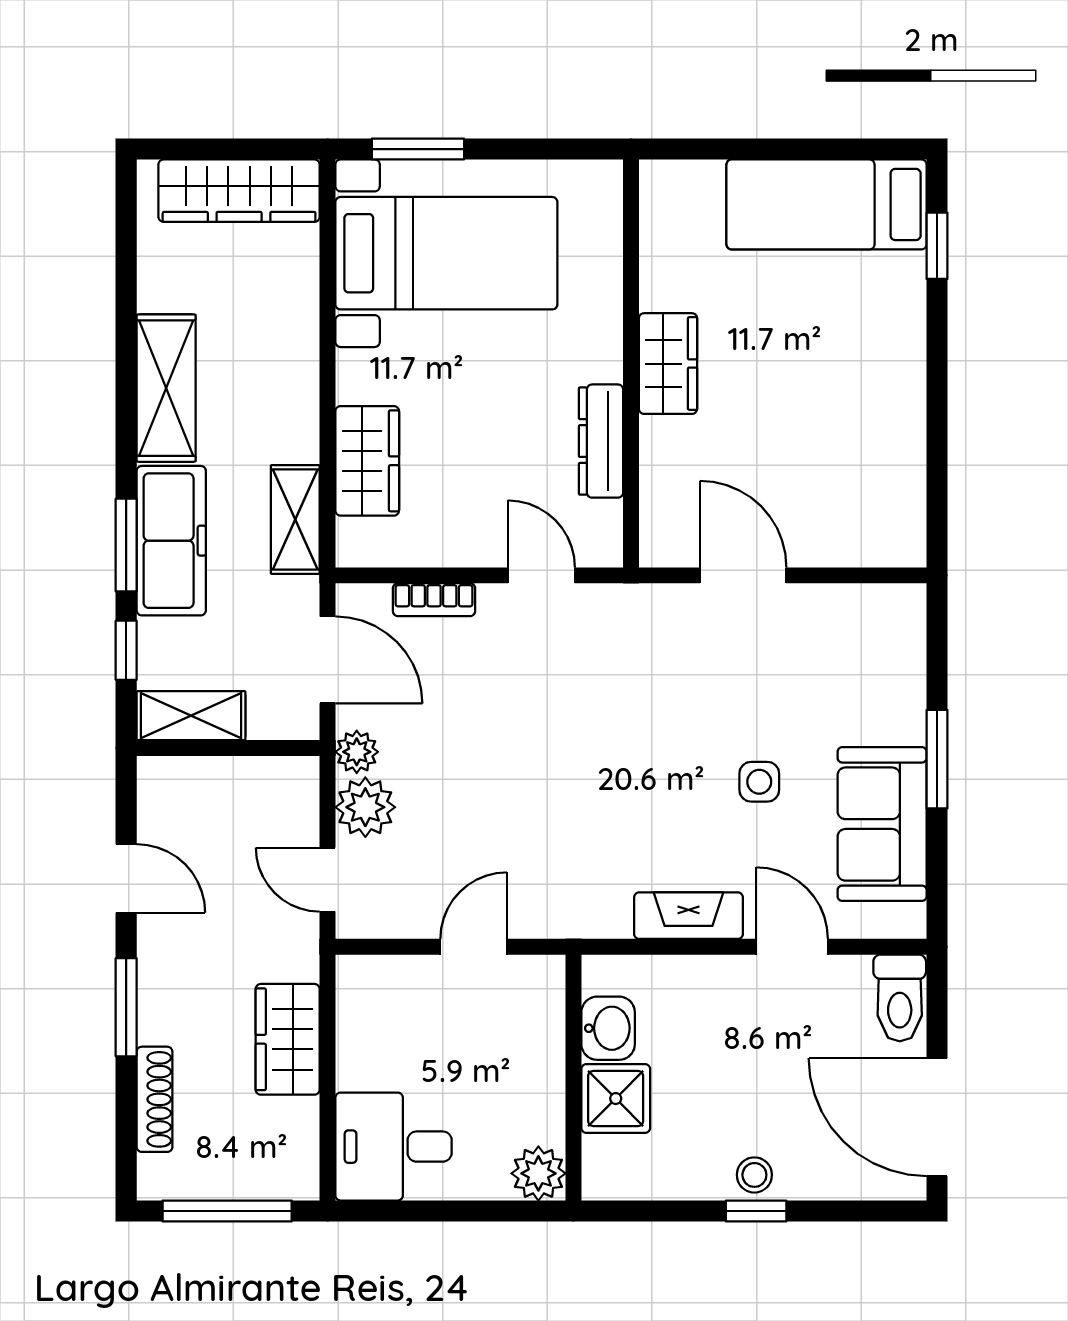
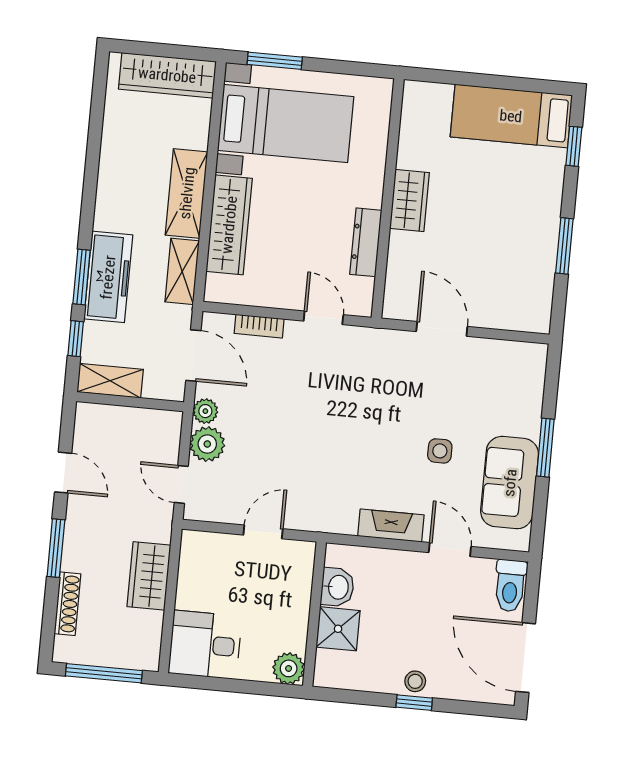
shelving: (166, 388) -> (187, 193), moved
window: (937, 415) -> (564, 246), added
wardrobe: (367, 461) -> (229, 225), width x1.50

